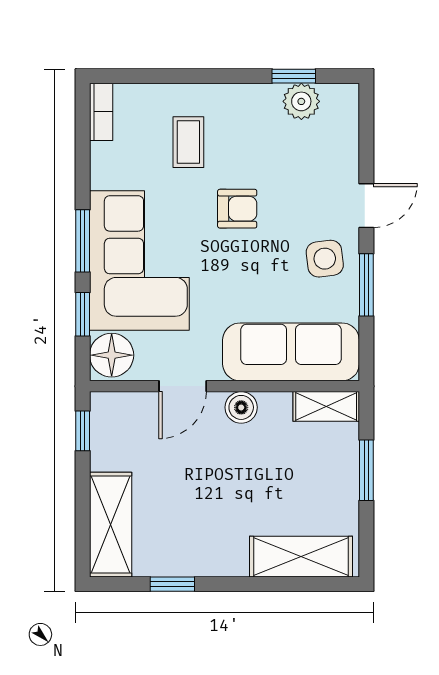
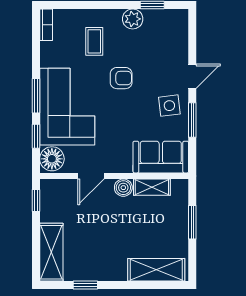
plant: (301, 101) -> (133, 19), moved
sofa: (291, 352) -> (161, 157), width x0.73
shelving: (326, 406) -> (152, 187), moved

